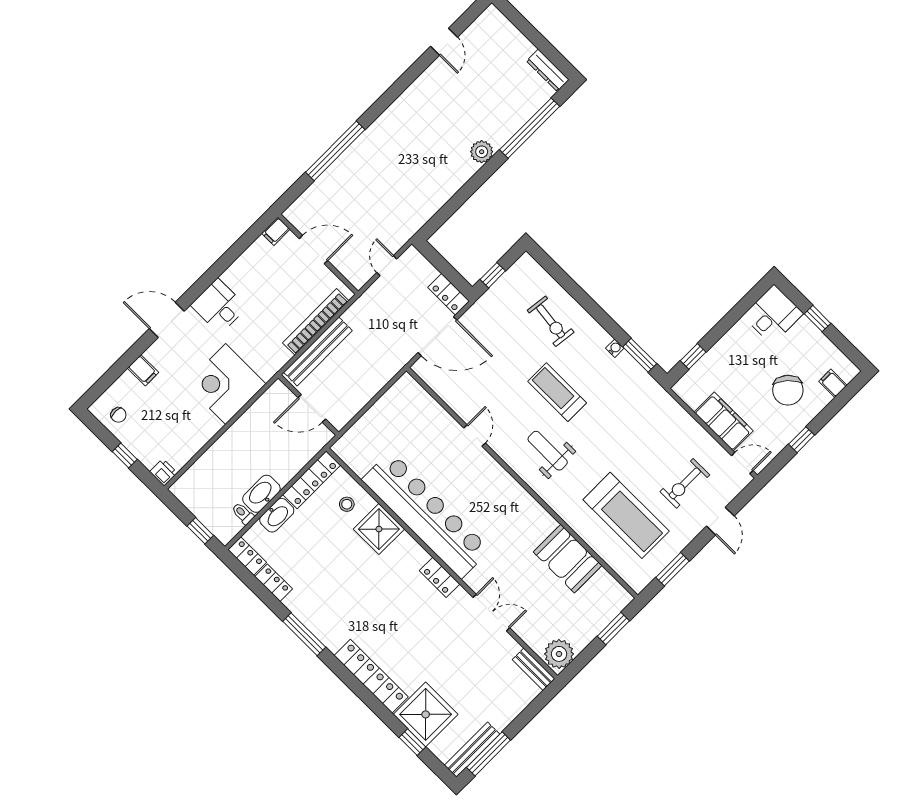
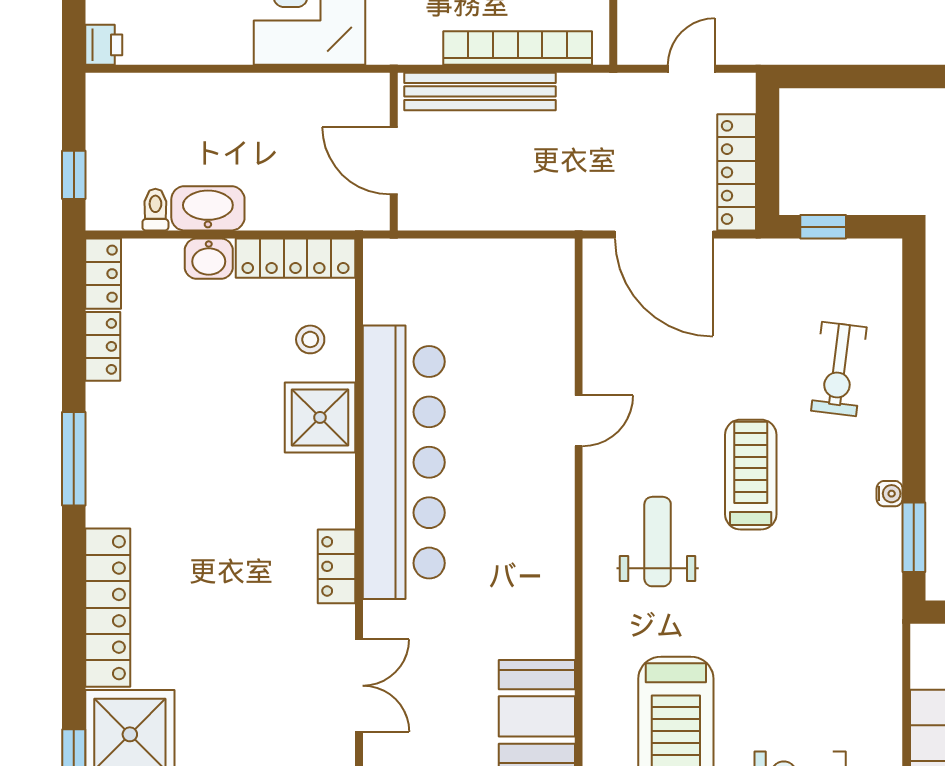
locker: (449, 294) -> (737, 172), width x1.53
washbasin: (277, 515) -> (209, 259), width x0.72

